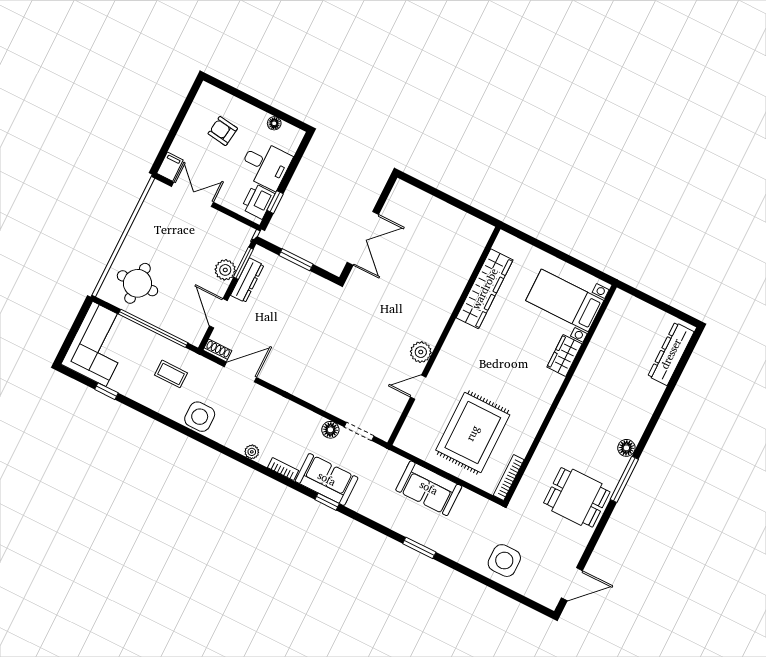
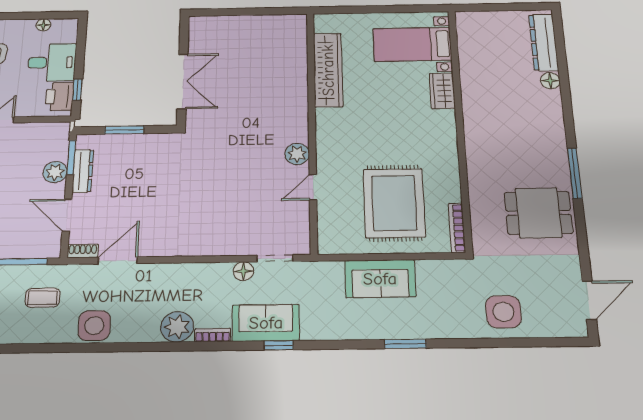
floor lamp: (626, 448) -> (550, 81), moved
plant: (252, 452) -> (177, 327), width x1.87, depth x1.87

